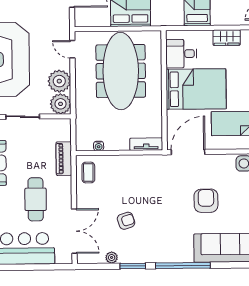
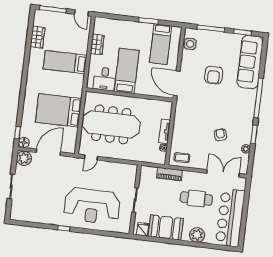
plant: (59, 81) -> (113, 170), removed
bed: (196, 89) -> (127, 71), width x0.67
plant: (61, 104) -> (129, 171), removed
tv unit: (146, 144) -> (165, 131), moved
armchair: (206, 201) -> (214, 75), turned -90

